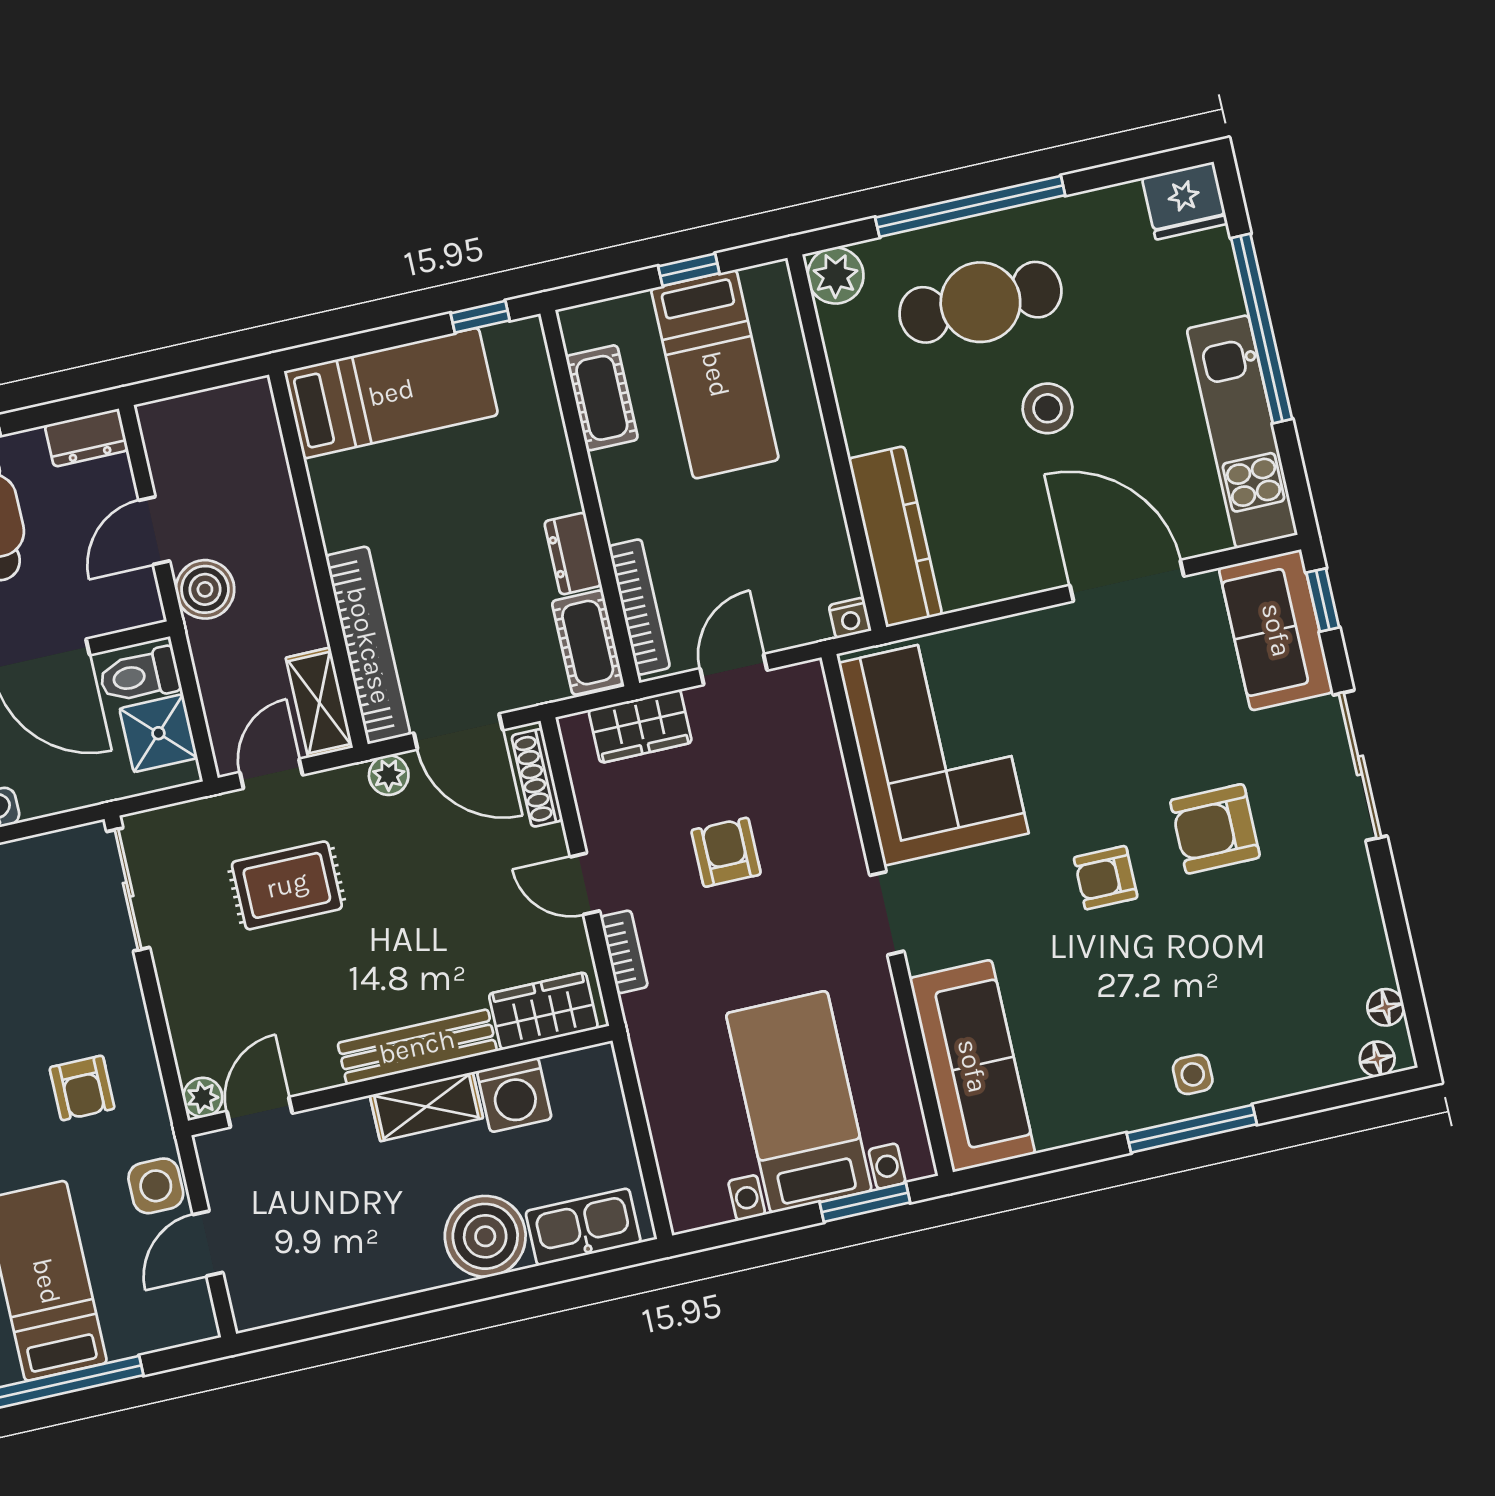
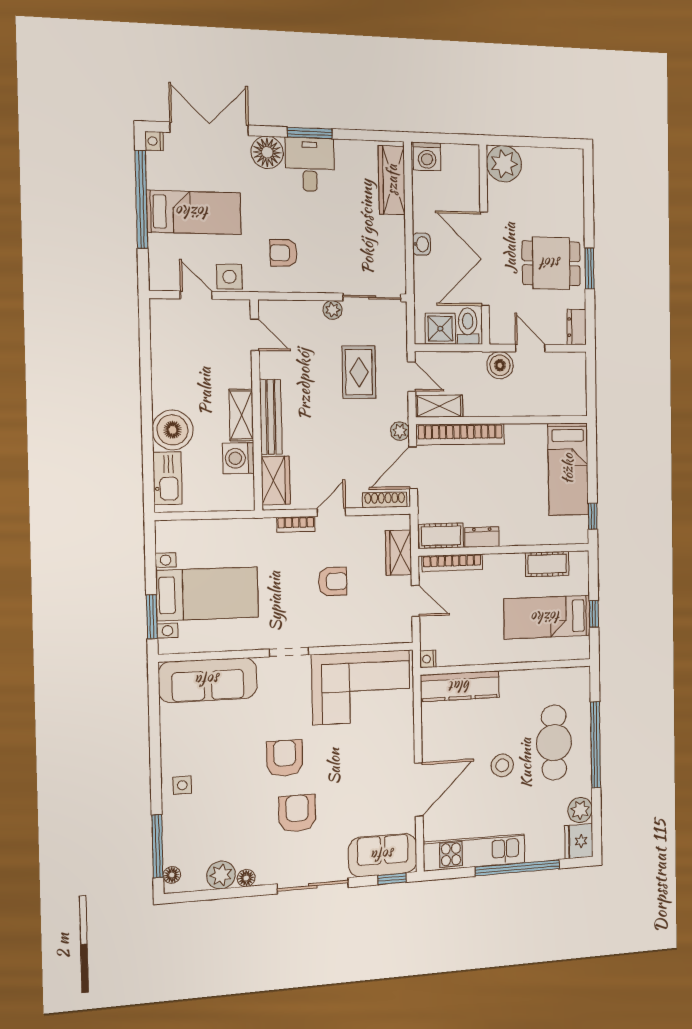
plant: (836, 276) -> (580, 810), moved
armchair: (1106, 878) -> (285, 758), width x1.38, depth x1.38
plant: (1364, 960) -> (221, 875), added
floor lamp: (1386, 1007) -> (246, 878), moved
plant: (203, 1097) -> (333, 310), moved
window: (1192, 1129) -> (157, 846), moved

